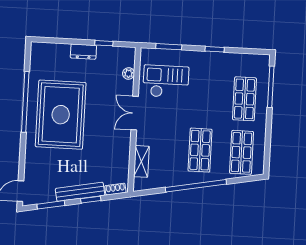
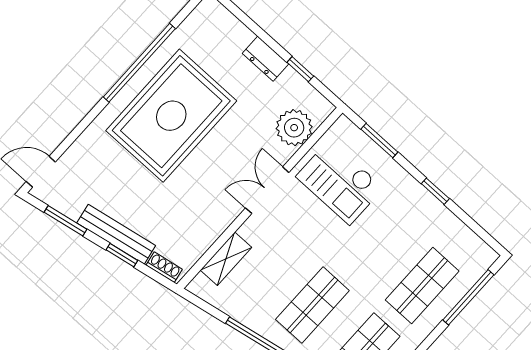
plant: (129, 73) -> (294, 128), width x1.87, depth x1.87
checkout: (166, 81) -> (340, 182), turned 180

